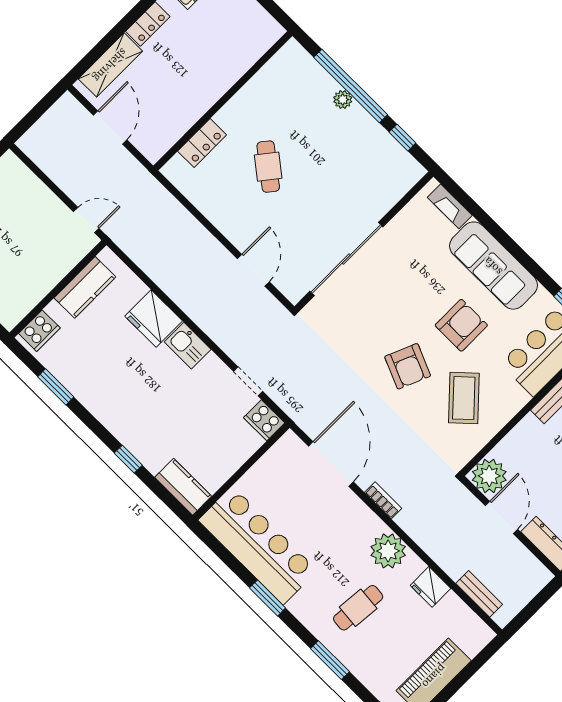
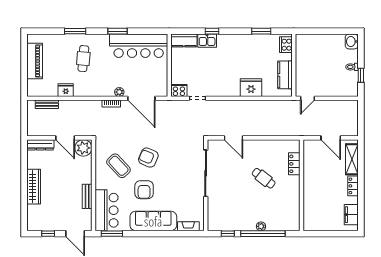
kitchen sink: (188, 346) -> (207, 41), moved, turned 180
plant: (388, 551) -> (119, 92), moved, width x0.53, depth x0.53

